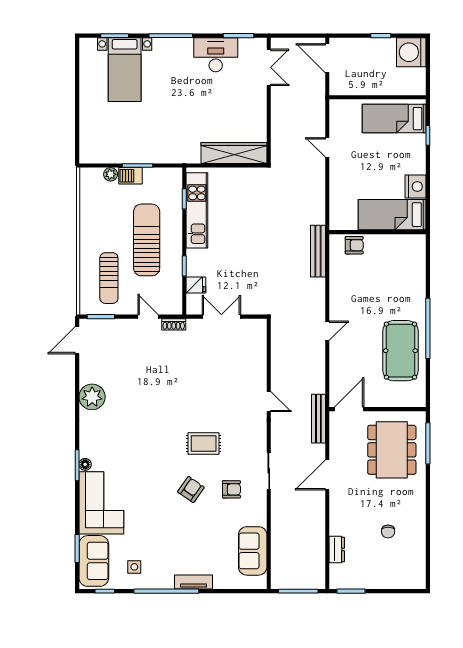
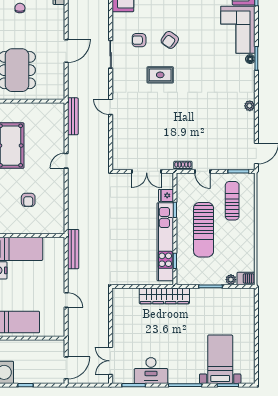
door: (327, 58) -> (66, 368), hinge flipped
wardrobe: (234, 153) -> (164, 296), moved
barbecue: (130, 176) -> (246, 279), moved
kitchen unit: (197, 210) -> (165, 242), width x1.36
armchair: (354, 245) -> (28, 200), moved, turned -90
bench: (318, 251) -> (73, 249), moved
plant: (92, 397) -> (250, 106), width x0.53, depth x0.53
door: (349, 409) -> (50, 101), removed
bench: (318, 419) -> (73, 116), moved

